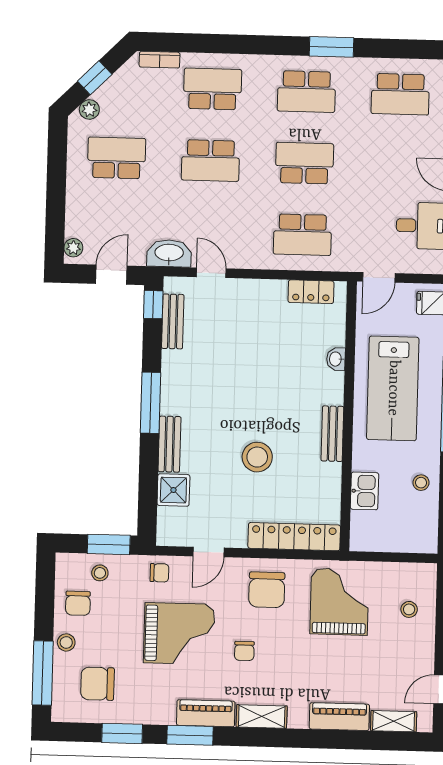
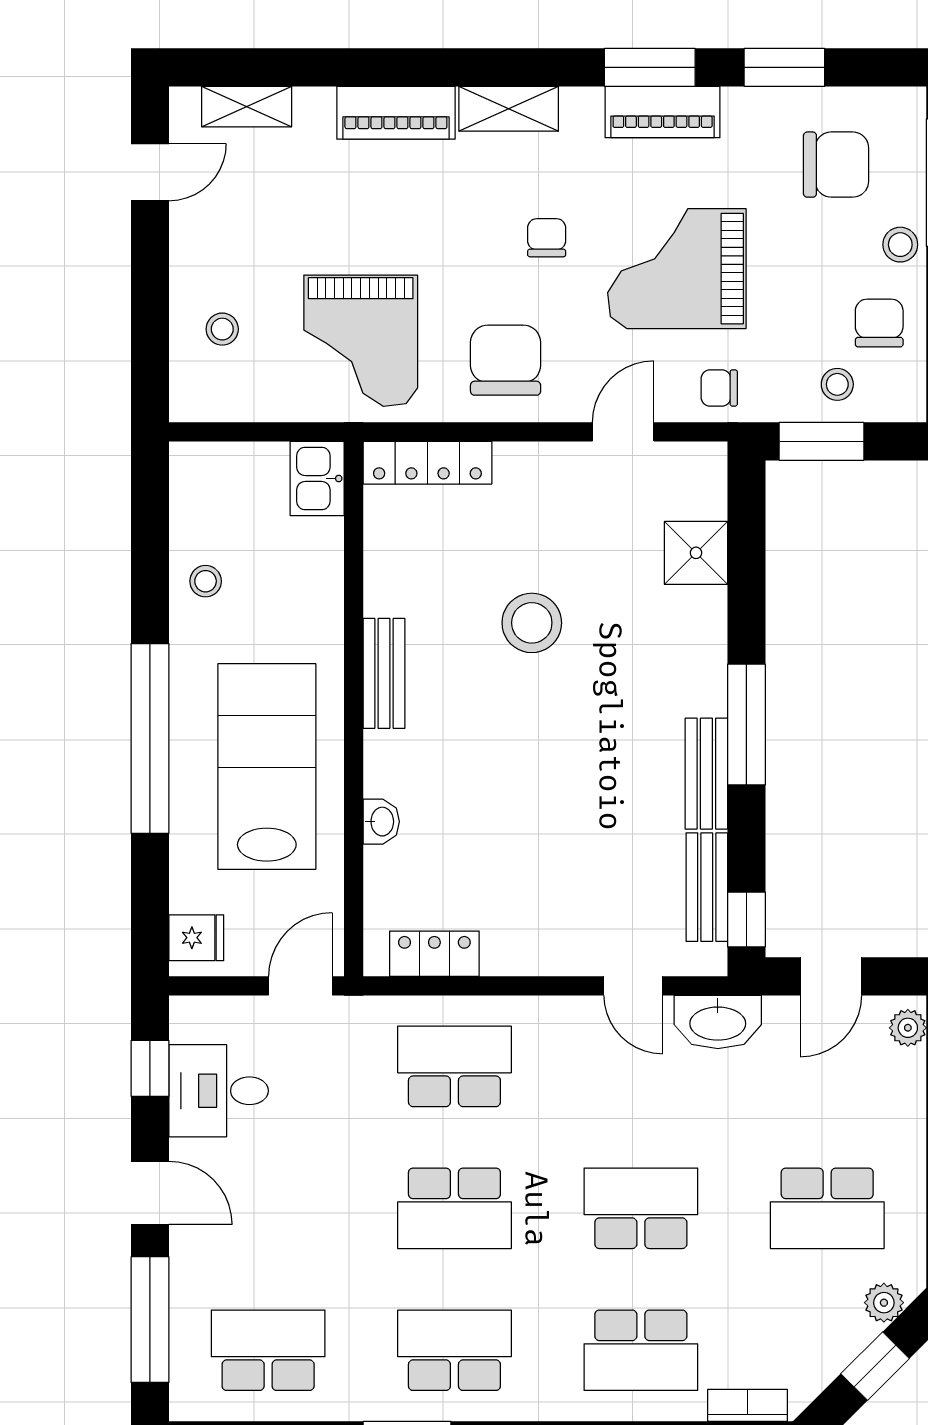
bench: (170, 444) -> (706, 774), moved
kitchen sink: (365, 491) -> (317, 479), moved
locker: (294, 537) -> (427, 463), width x0.71, depth x0.83
piano: (206, 713) -> (663, 112), moved
piano: (339, 717) -> (396, 113), moved

